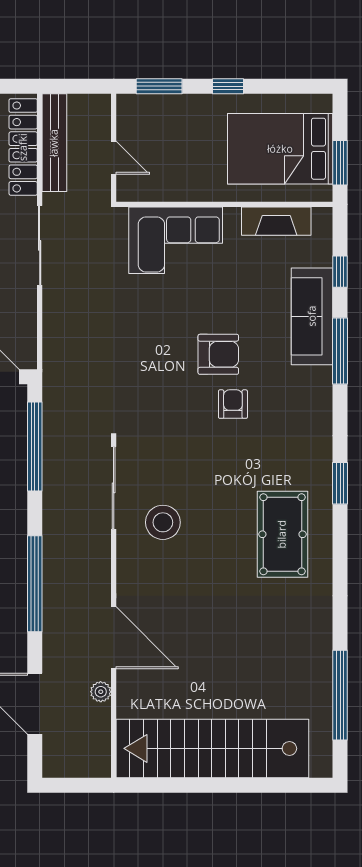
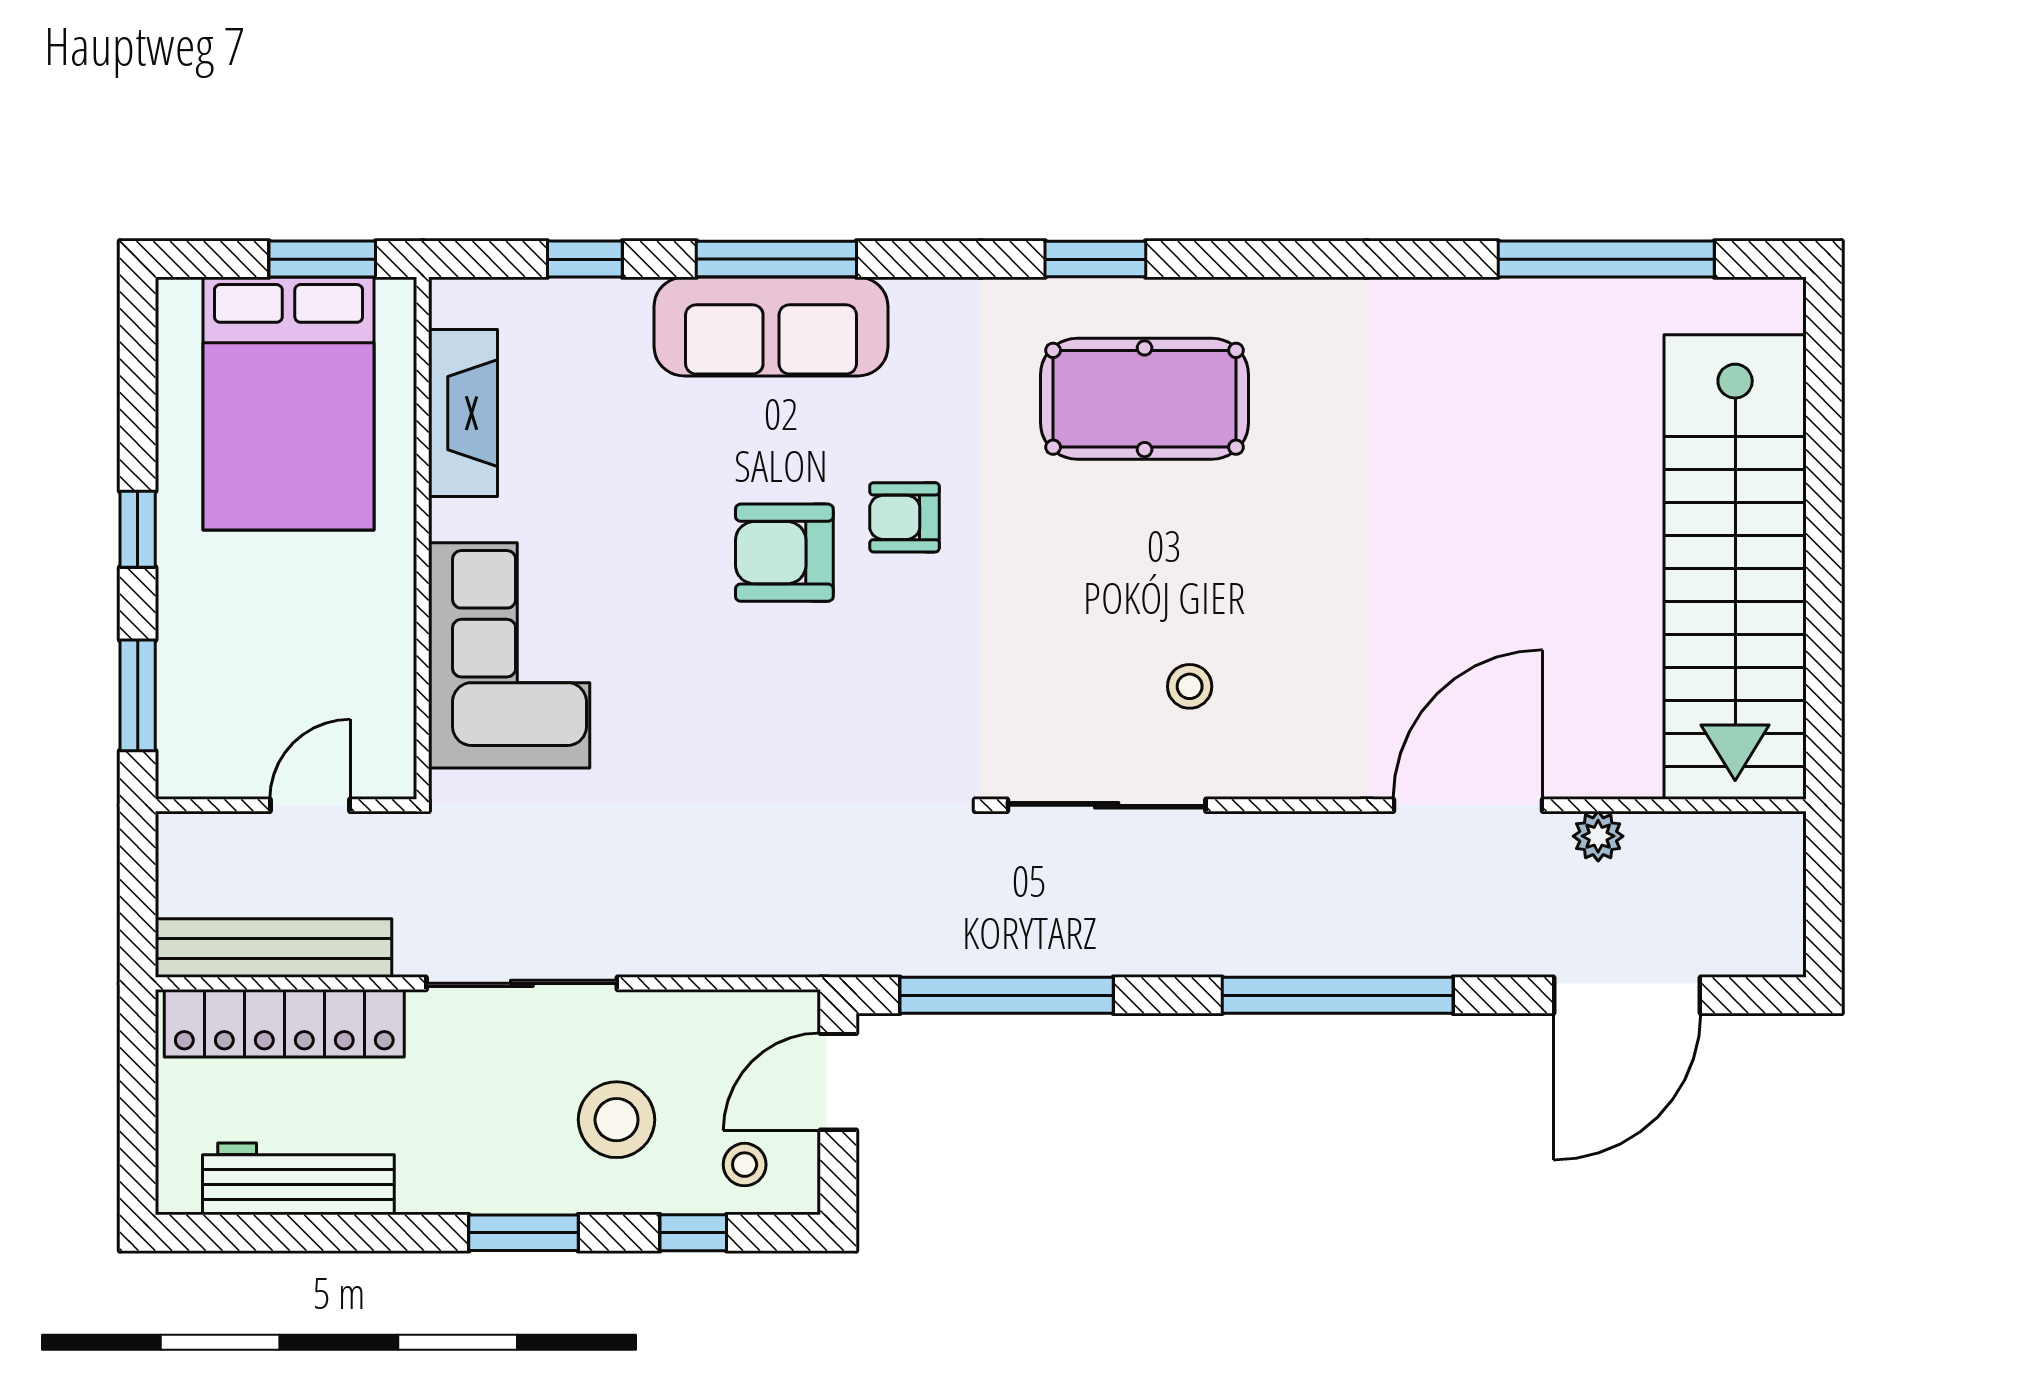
sofa: (312, 316) -> (771, 326), moved
armchair: (218, 354) -> (784, 553), turned -90
stool: (163, 522) -> (1190, 686), width x0.53, depth x0.53
pool table: (282, 534) -> (1145, 399), moved

